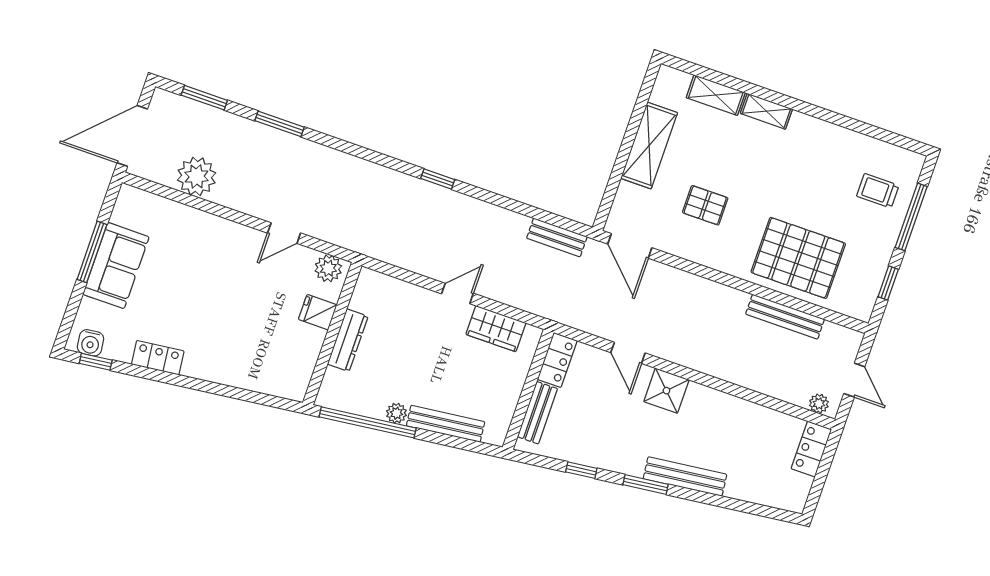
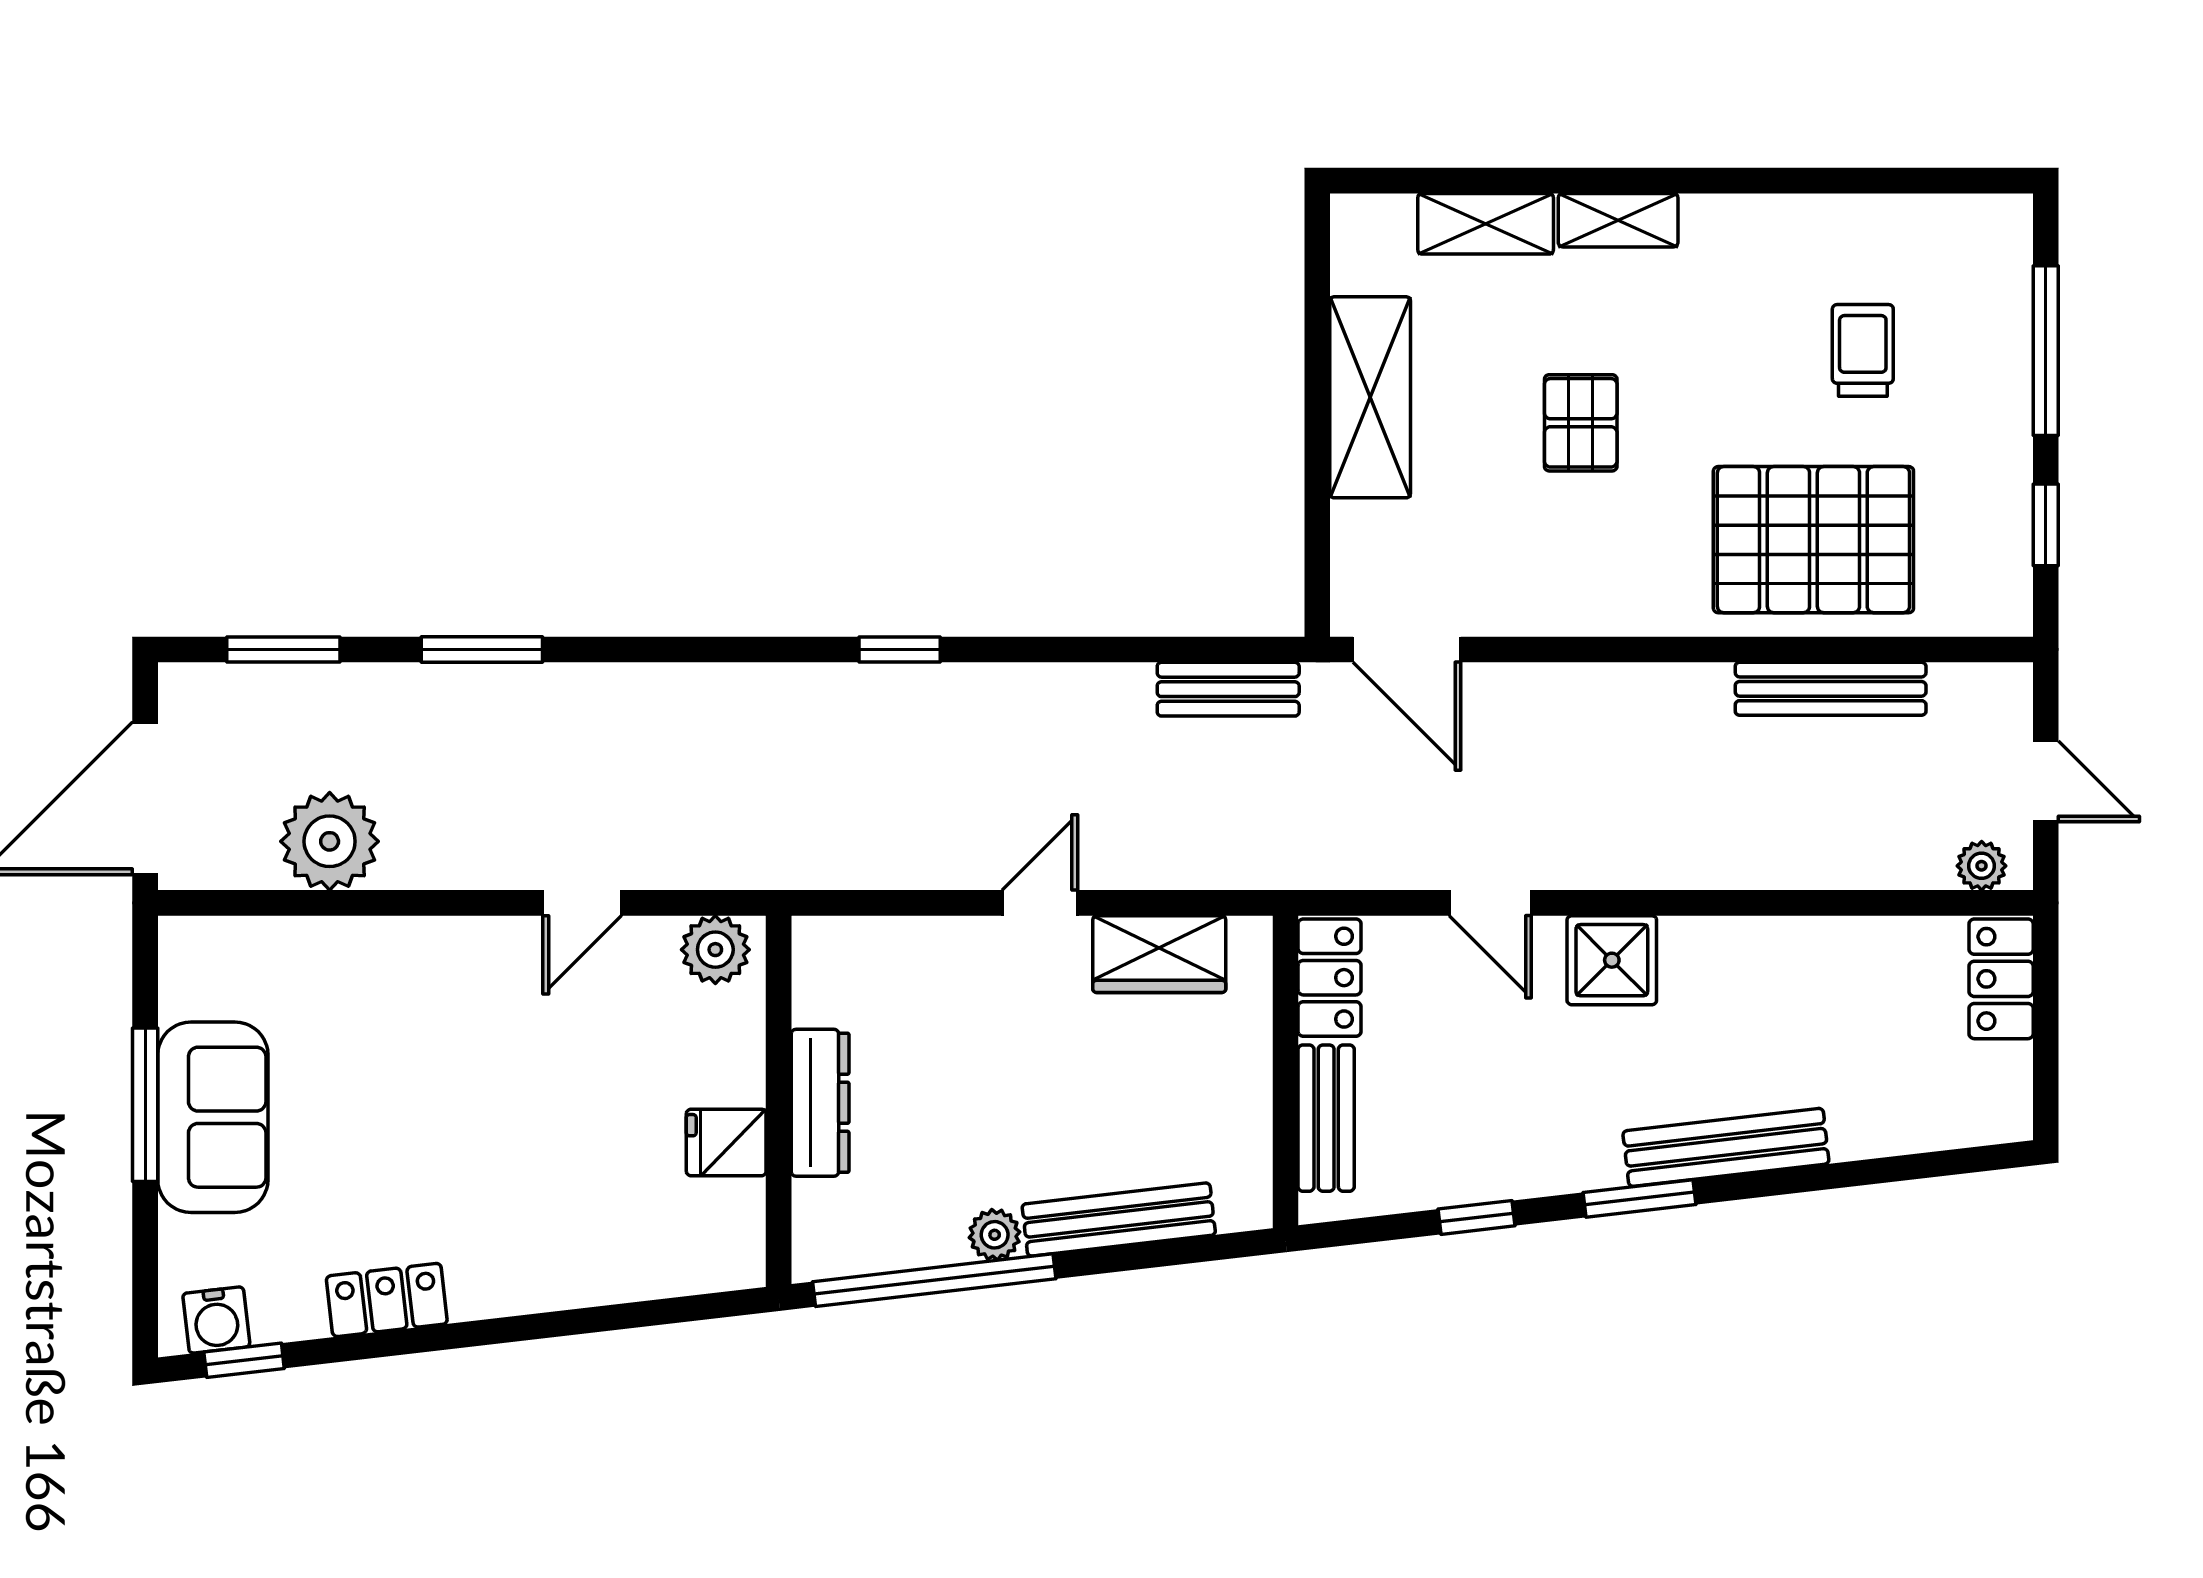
trolley: (878, 191) -> (1863, 350), moved, turned 90
pallet: (705, 205) -> (1581, 423), moved, turned 90
fridge: (318, 312) -> (726, 1143), moved

